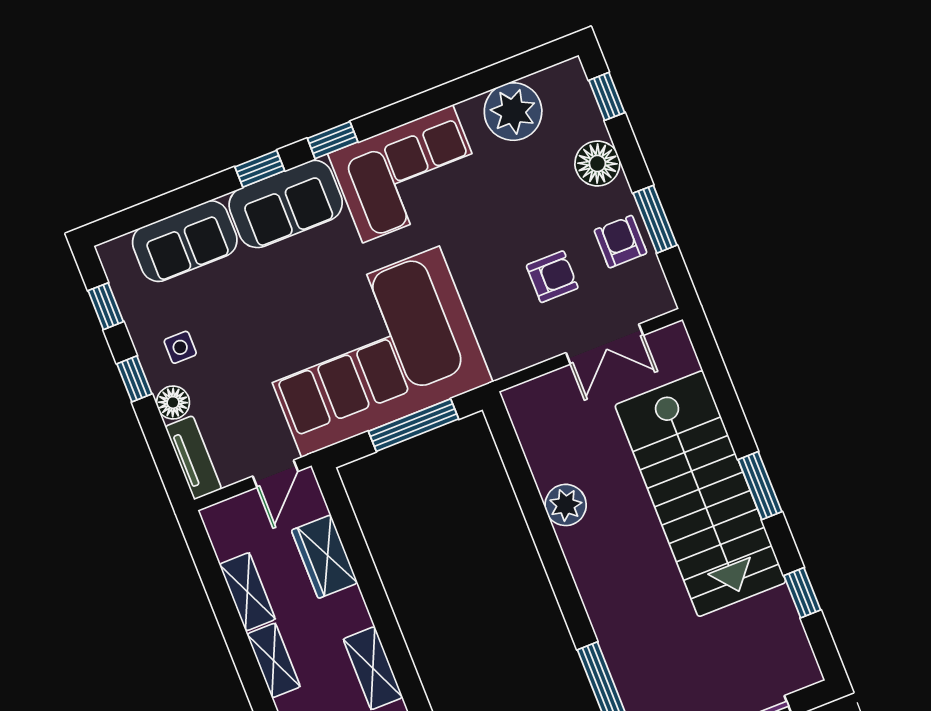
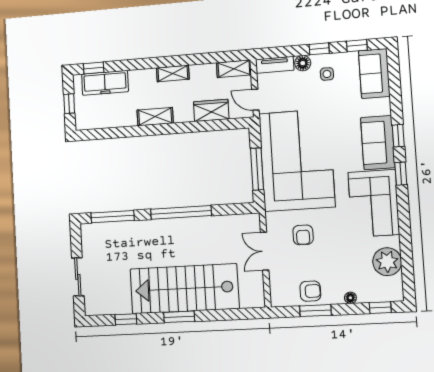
floor lamp: (597, 163) -> (350, 298), width x0.53, depth x0.53
sofa: (185, 241) -> (374, 73), moved
armchair: (552, 277) -> (303, 235), moved
double door: (605, 344) -> (265, 251), moved
plant: (566, 505) -> (199, 226), removed
window: (550, 551) -> (181, 212), added
shelving: (247, 592) -> (234, 69), moved

